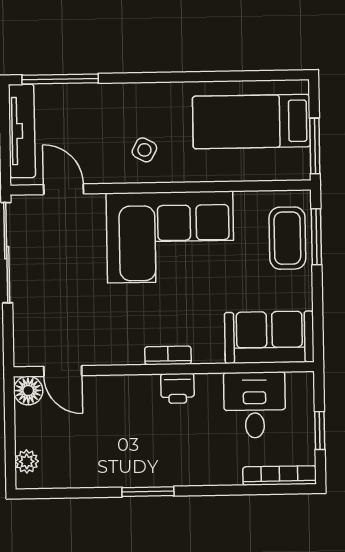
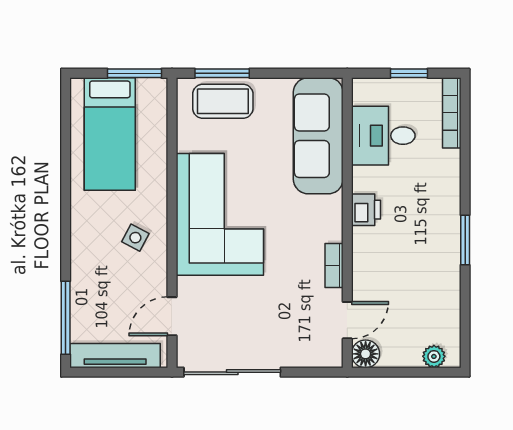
sofa: (269, 337) -> (318, 136), width x1.36
bookcase: (168, 355) -> (334, 266), moved

